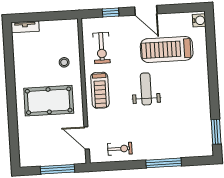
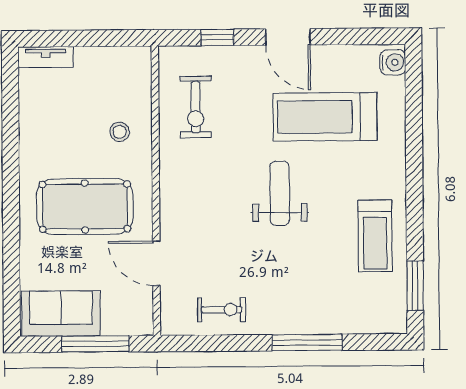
treadmill: (100, 90) -> (375, 236), moved
door: (87, 138) -> (156, 263), moved
sofa: (39, 155) -> (61, 314), added

